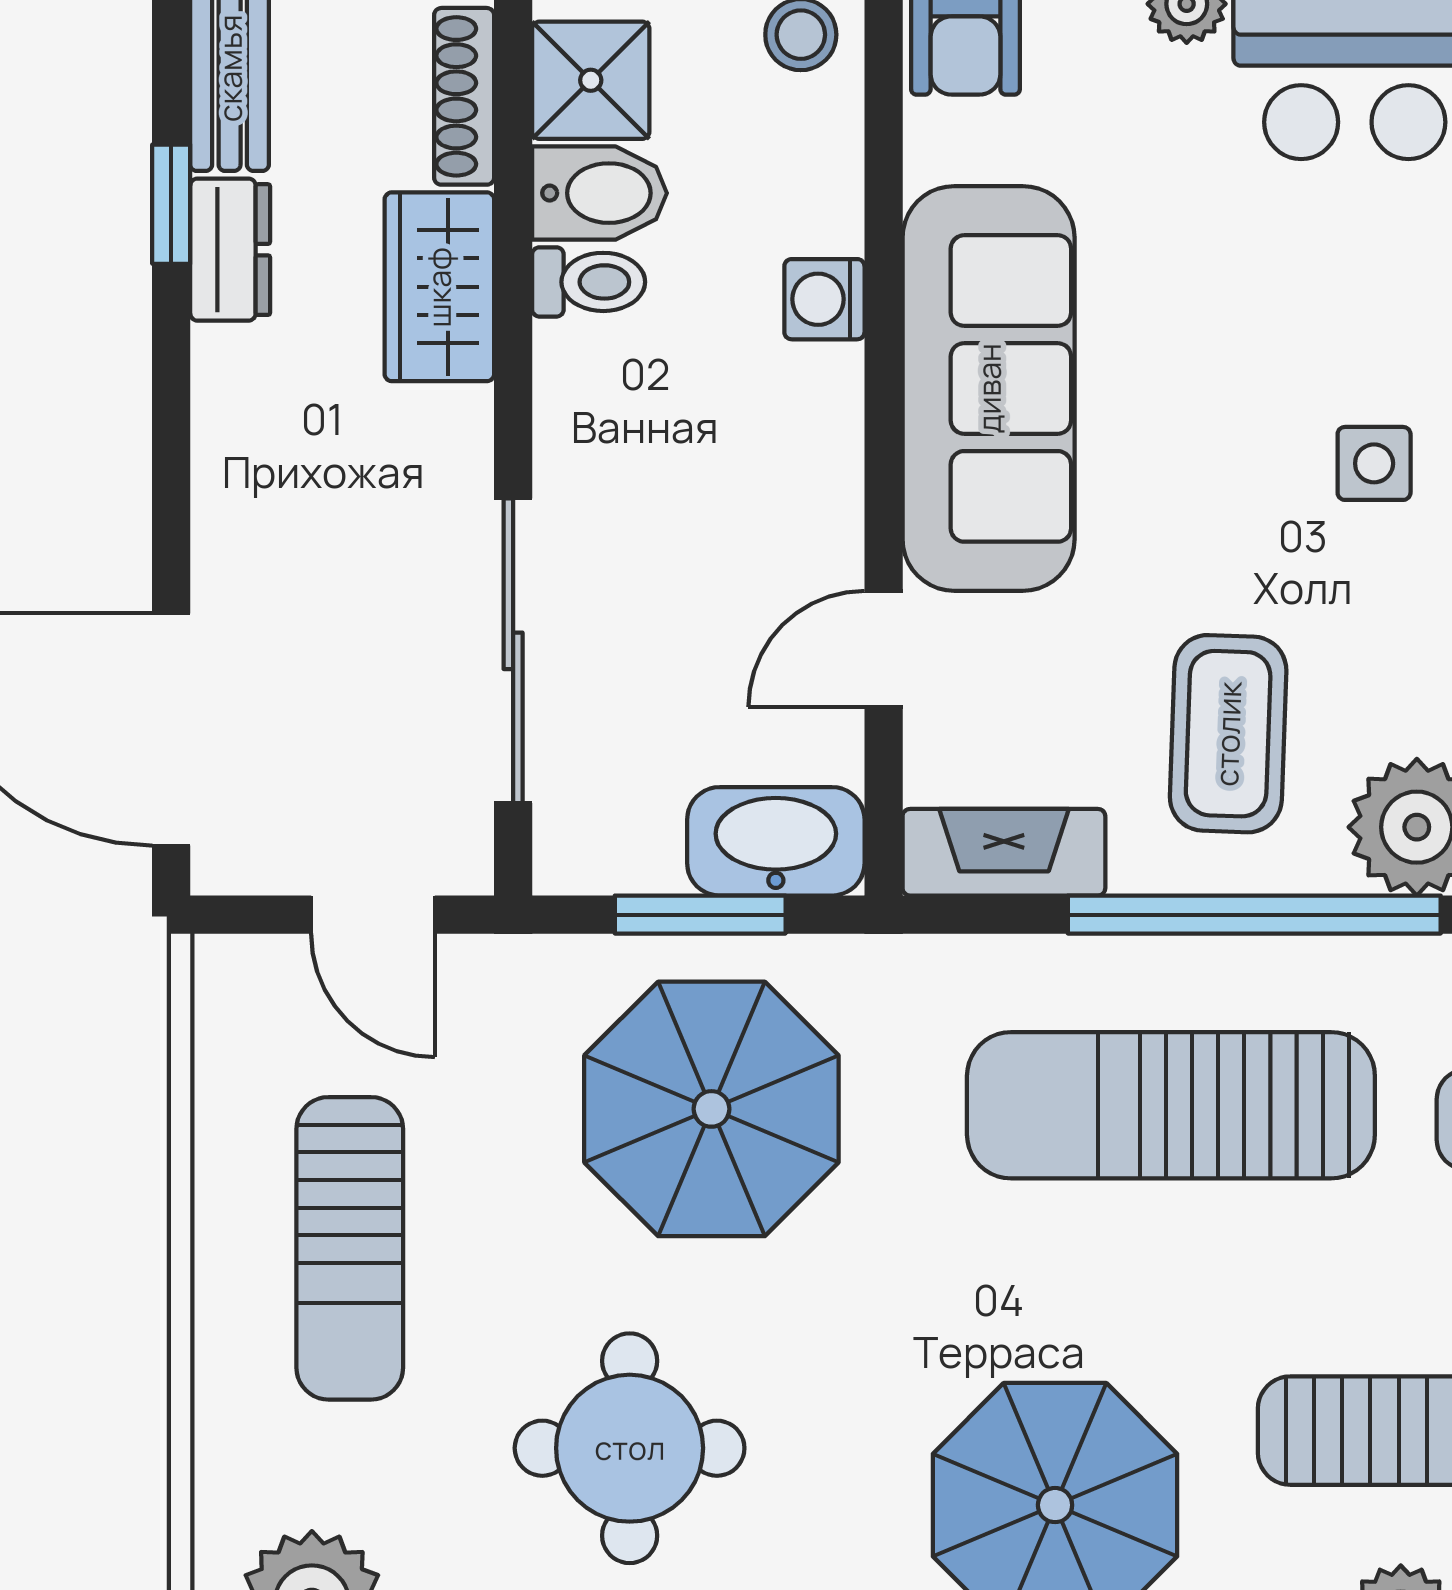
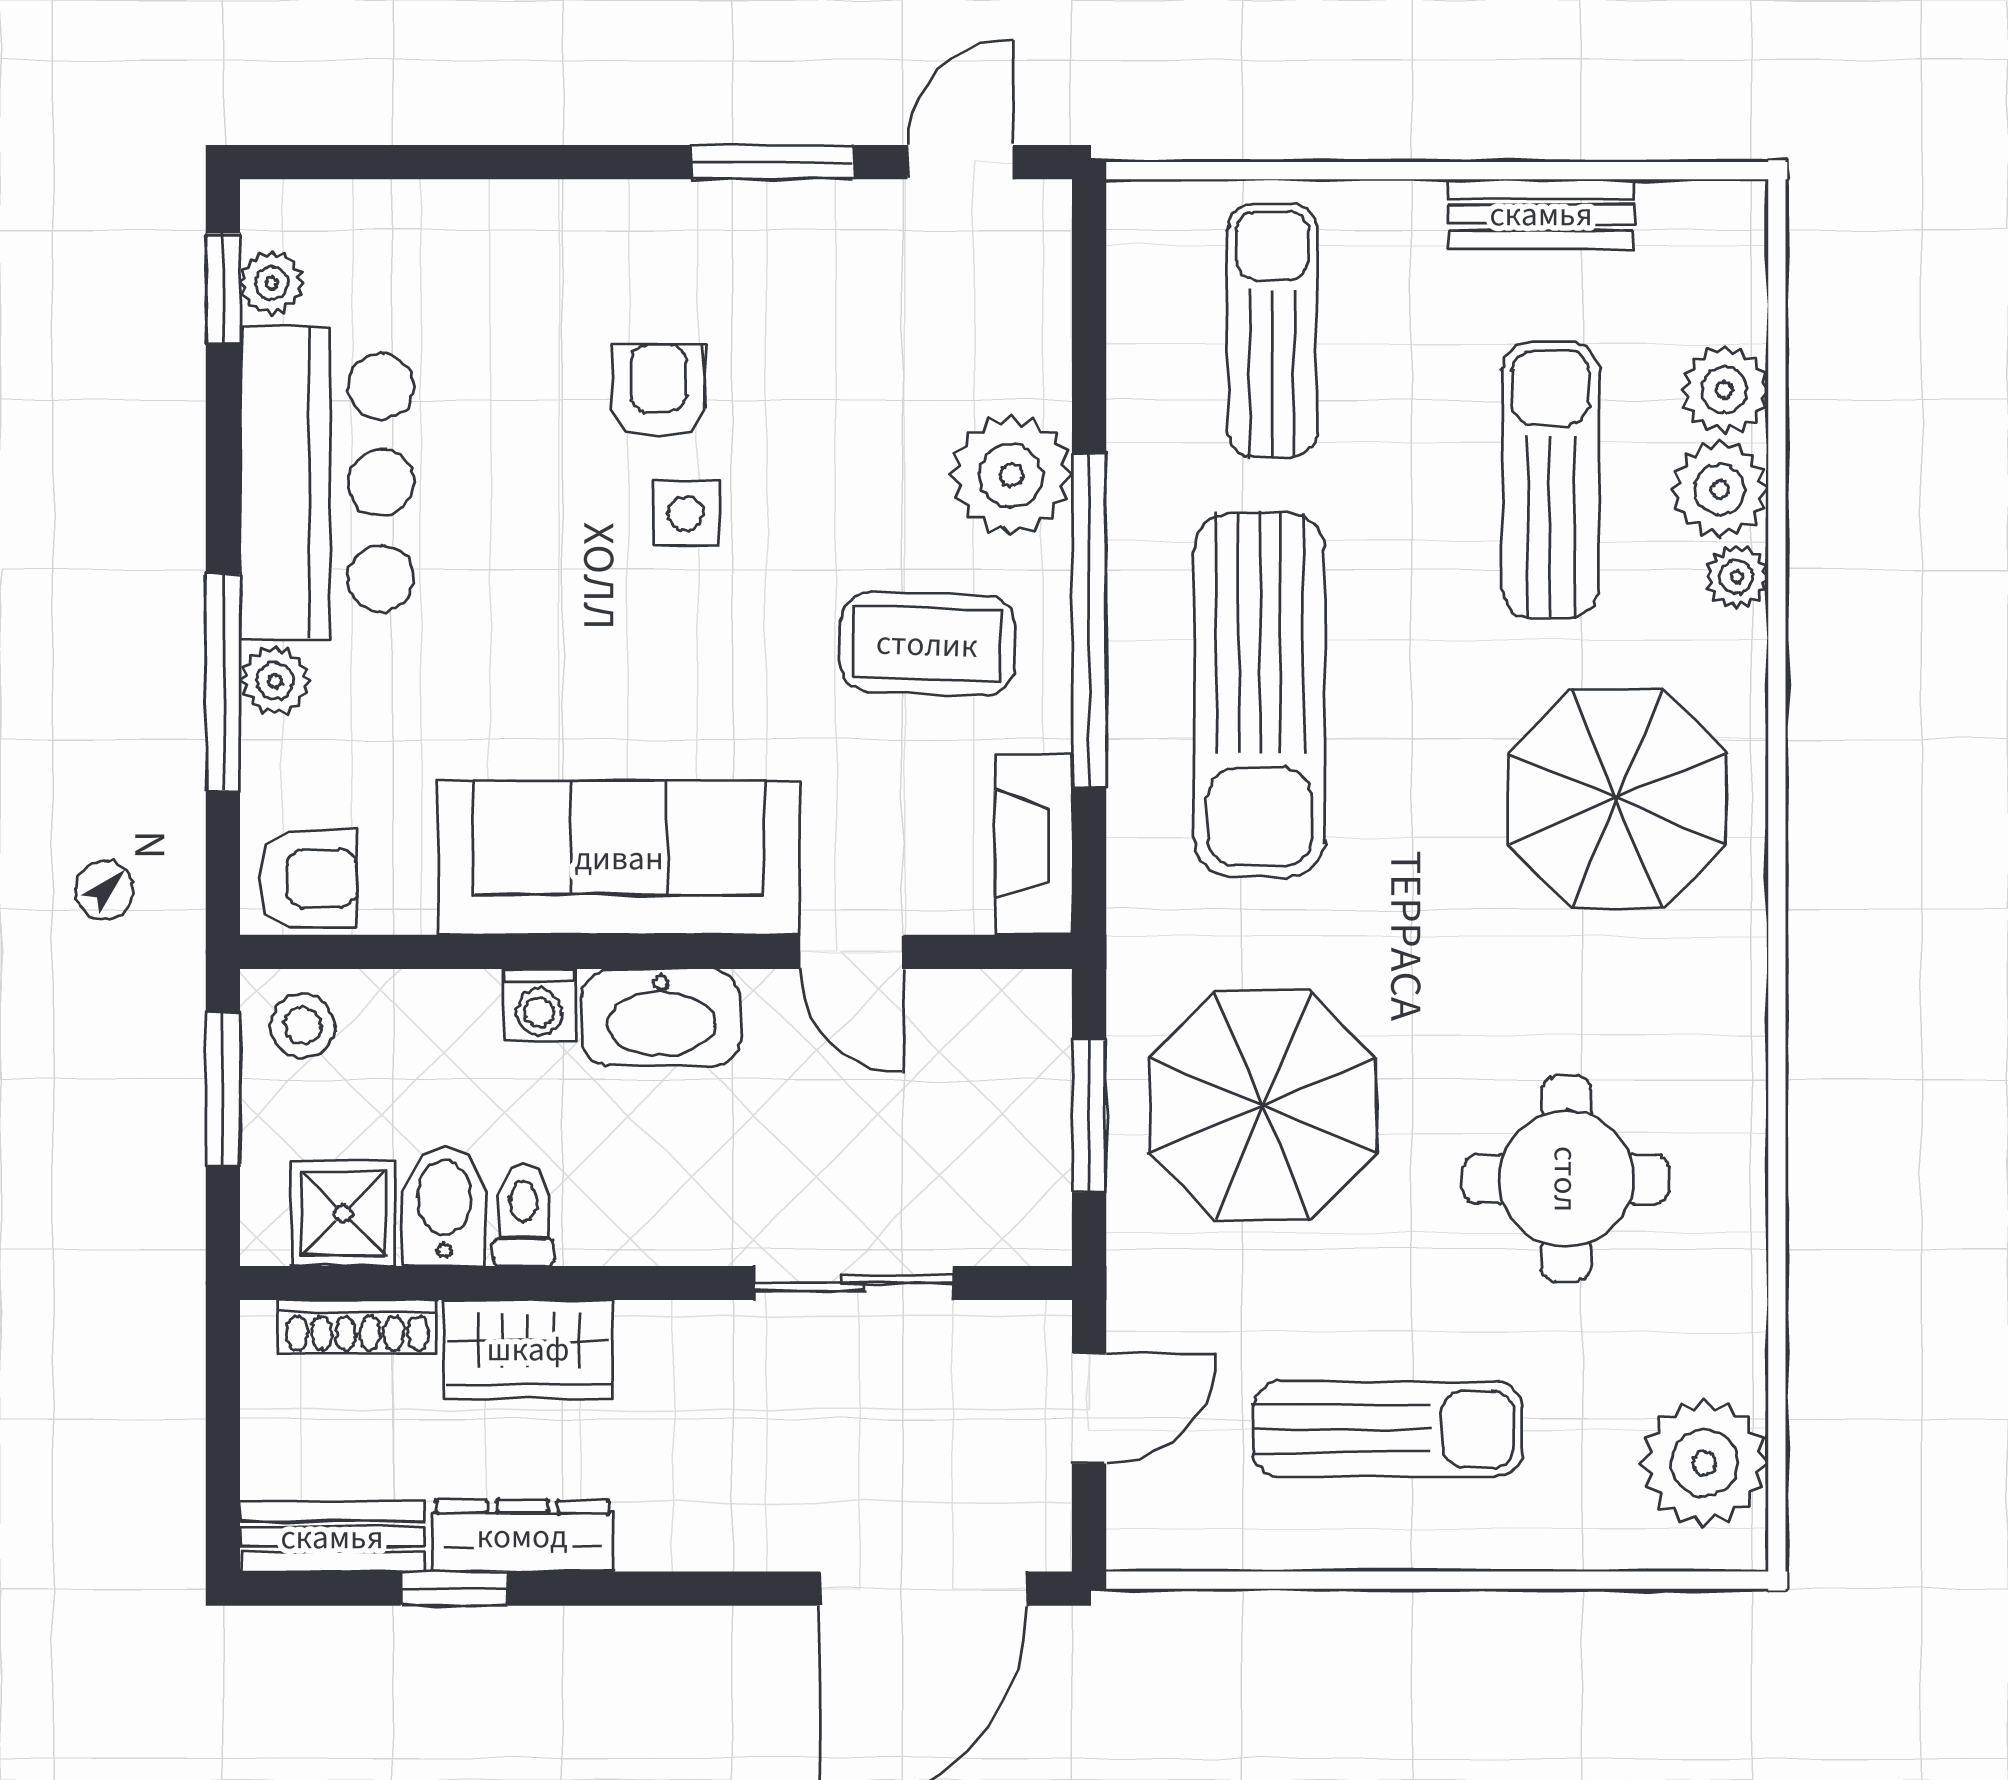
dresser: (230, 250) -> (522, 1536), width x1.44
sliding door: (513, 651) -> (853, 1283), width x0.73
washbasin: (776, 841) -> (661, 1017), moved, turned -90

